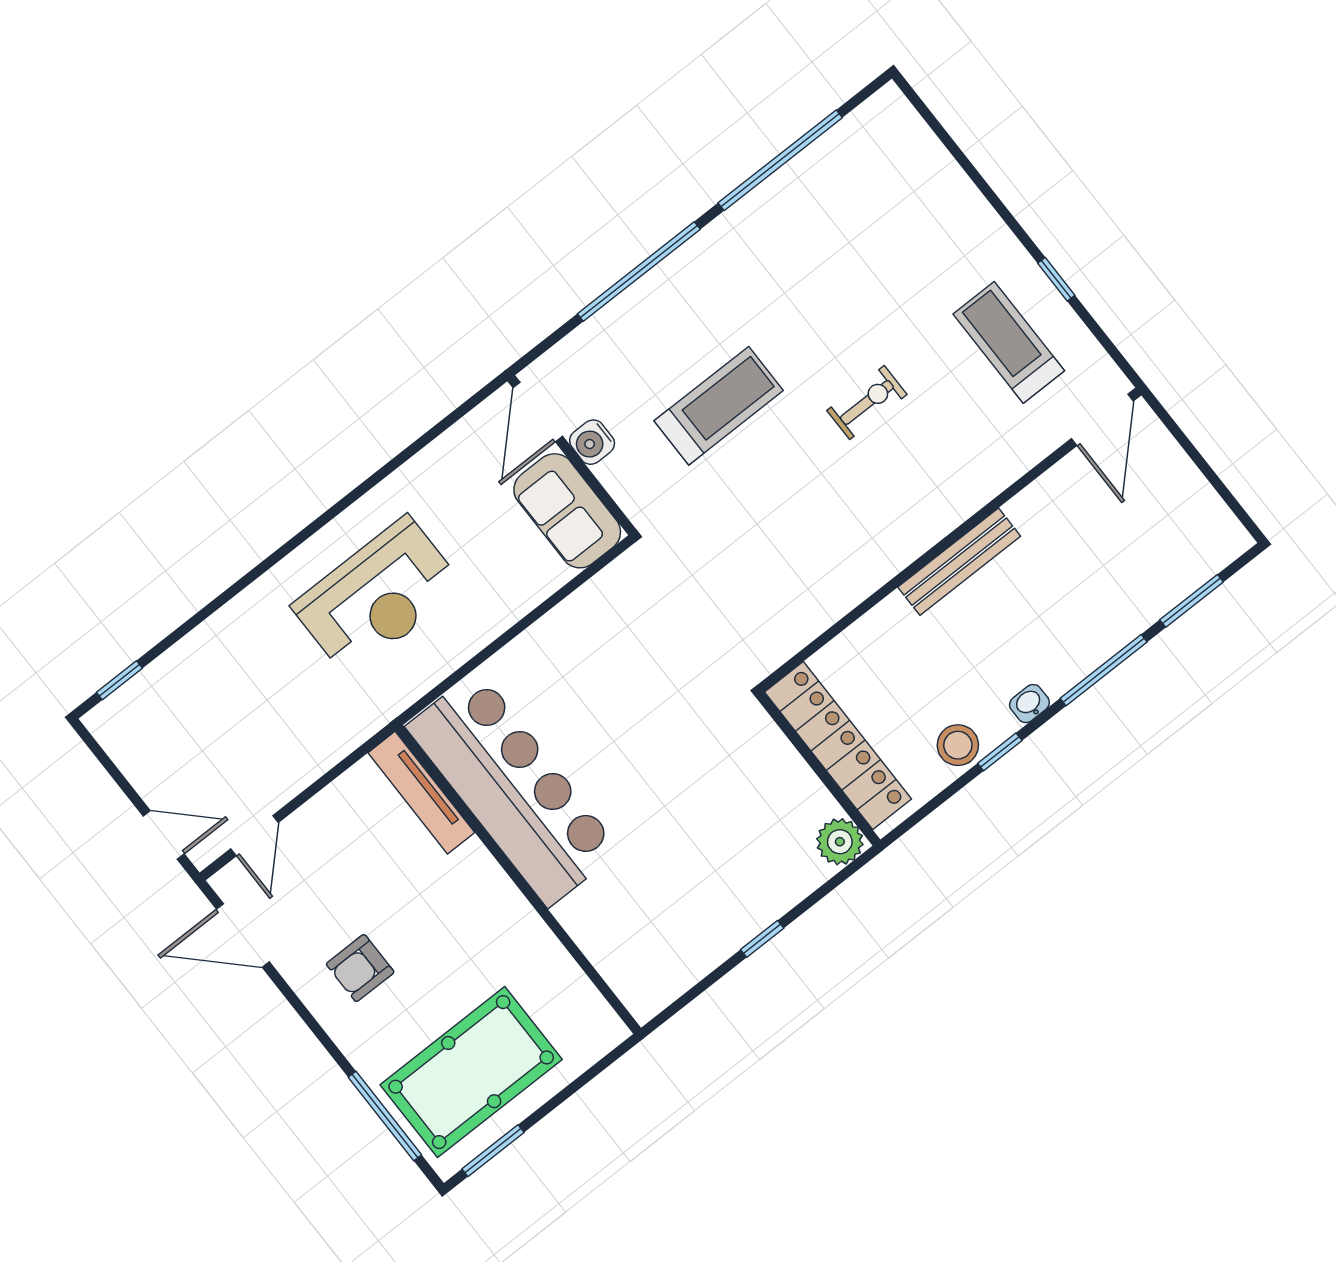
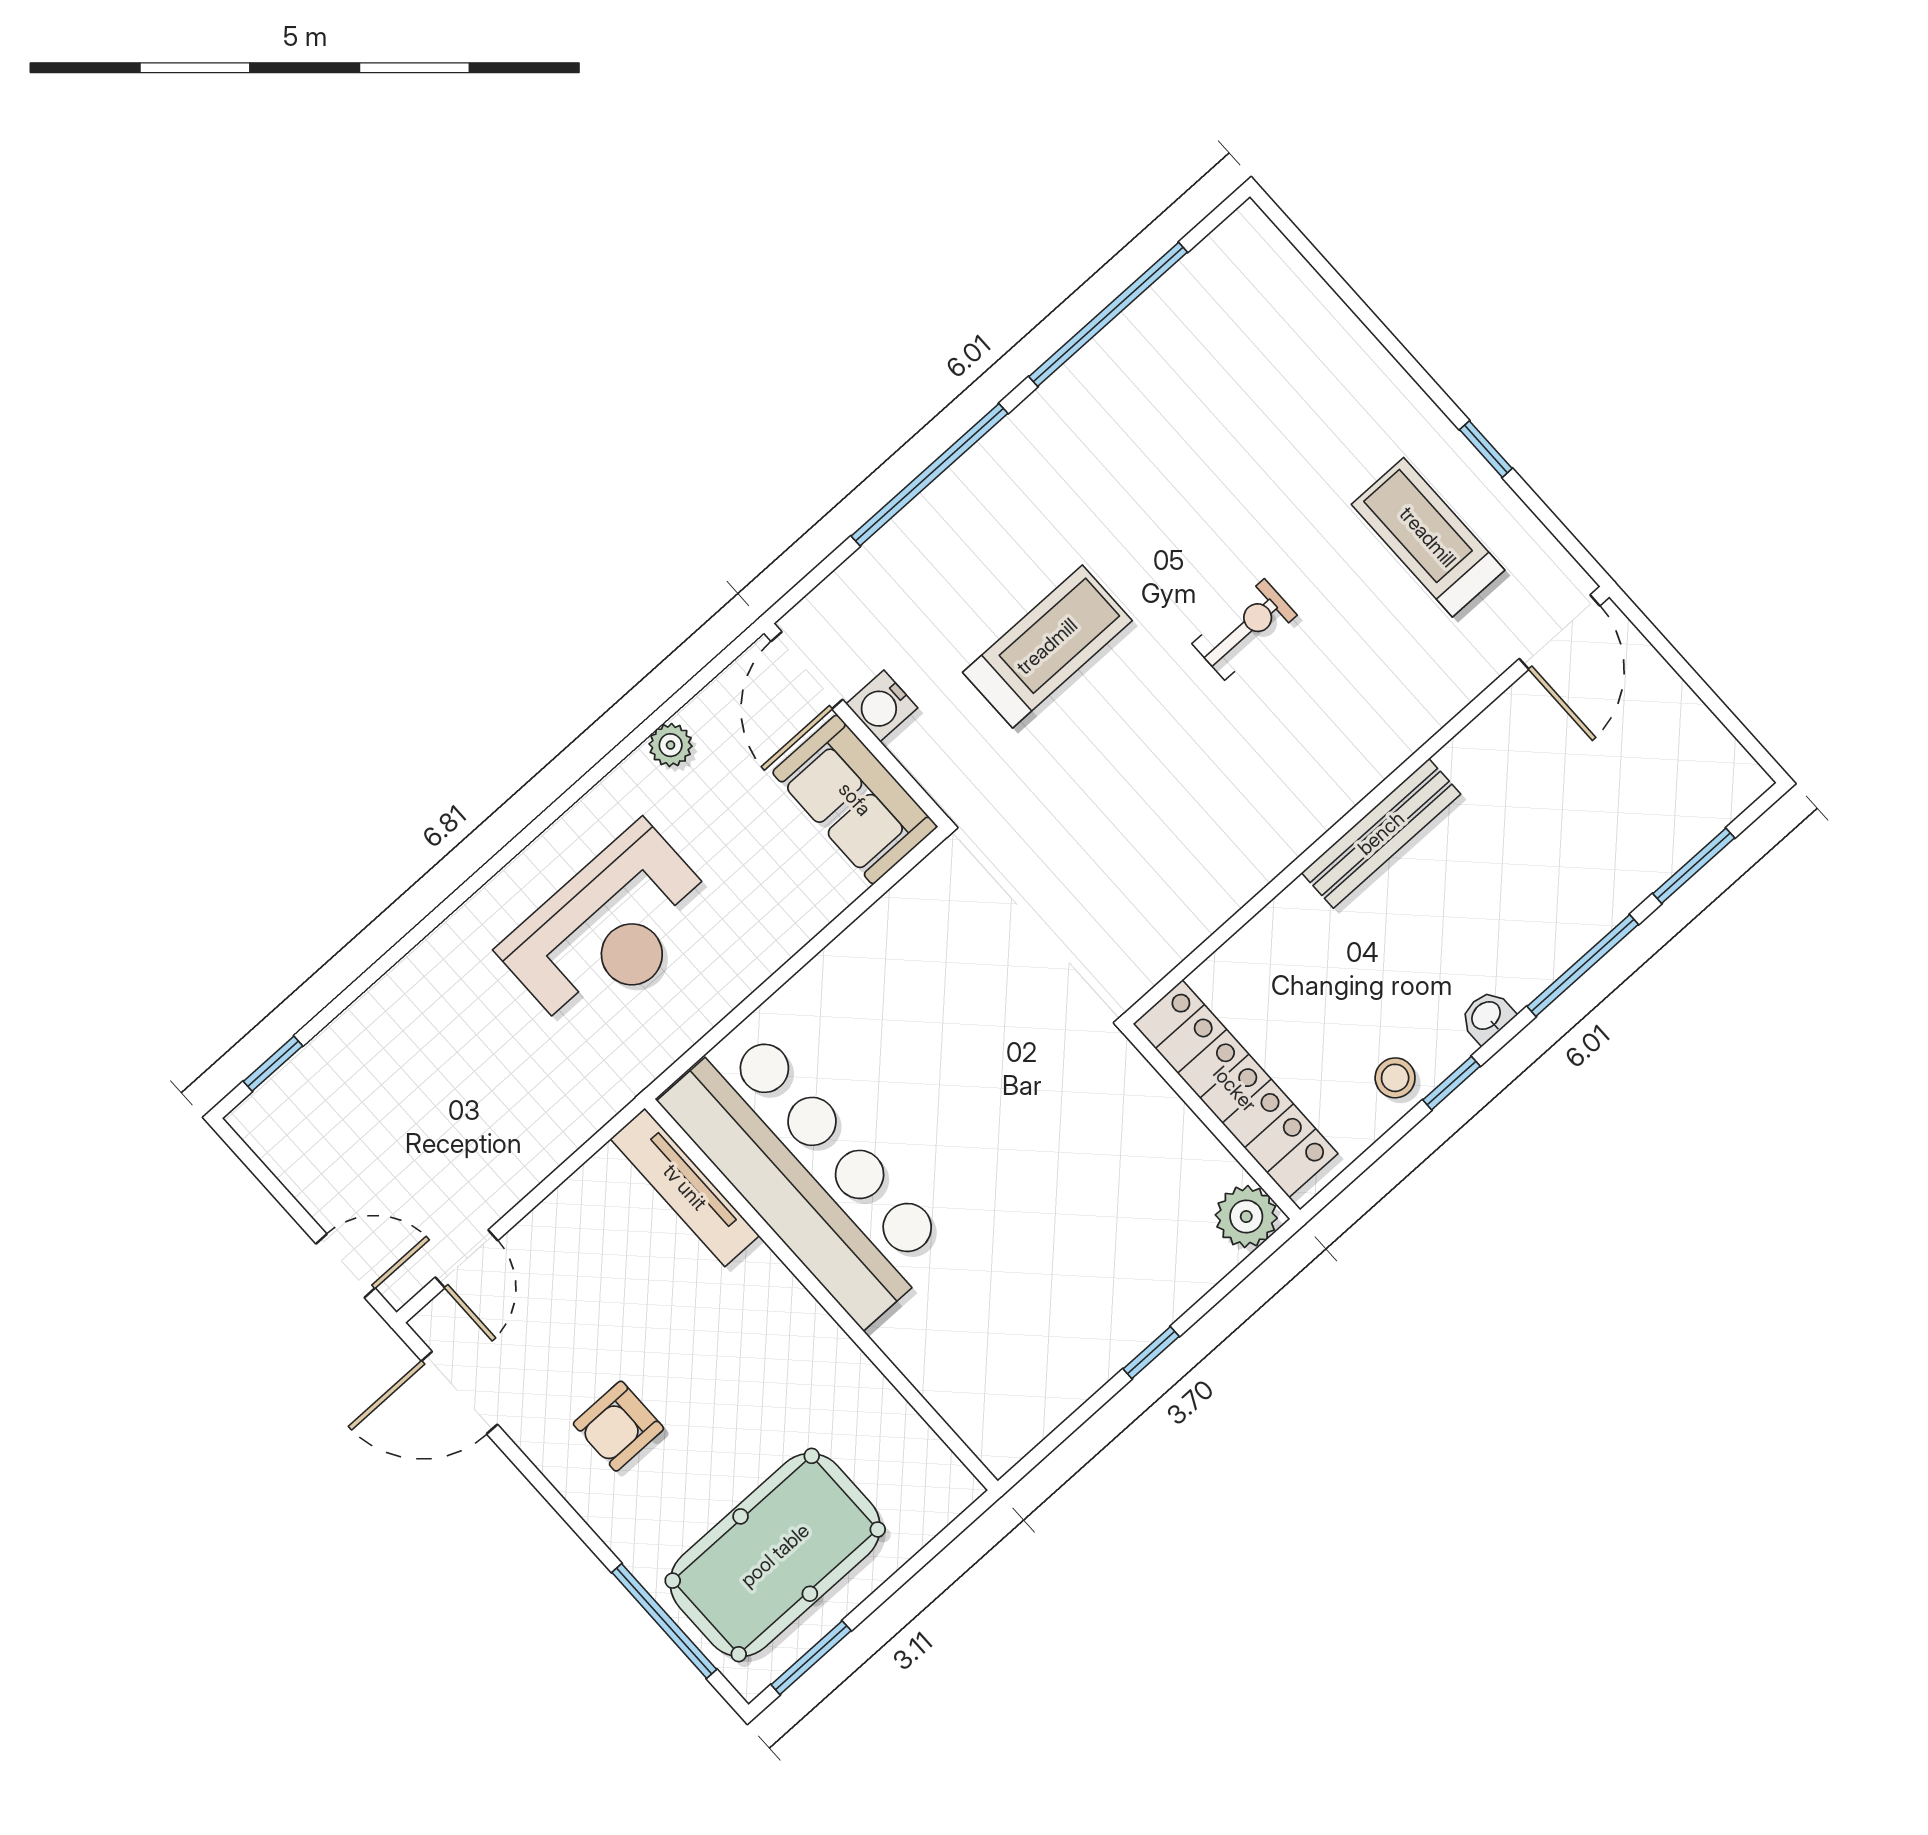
plant: (432, 461) -> (671, 745), added
stool: (958, 745) -> (1395, 1078), width x0.73, depth x0.73

